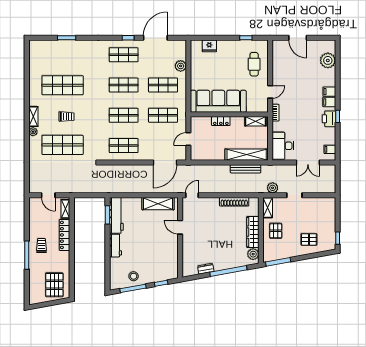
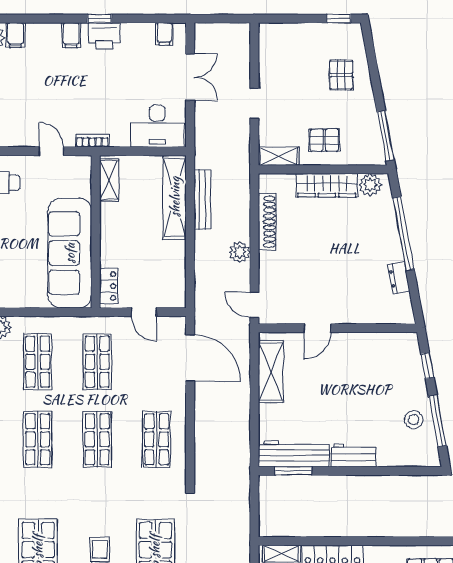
filing cabinet: (329, 92) -> (15, 35), moved
locker: (221, 121) -> (109, 286), moved
plant: (273, 188) -> (240, 252), moved

